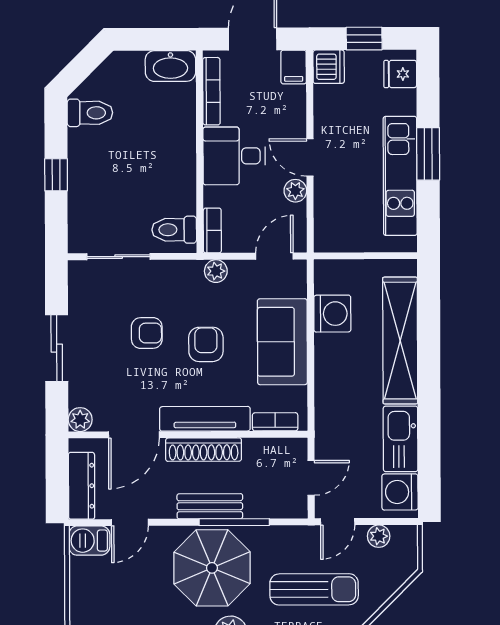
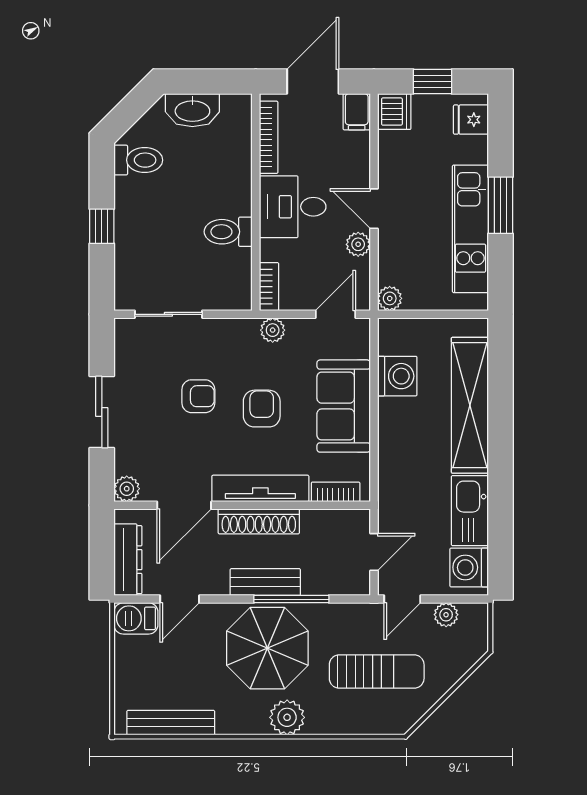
washbasin: (170, 66) -> (192, 110), moved
toilet: (174, 230) -> (228, 232), moved
plant: (325, 241) -> (390, 298), added

